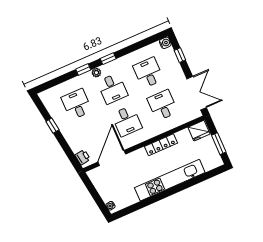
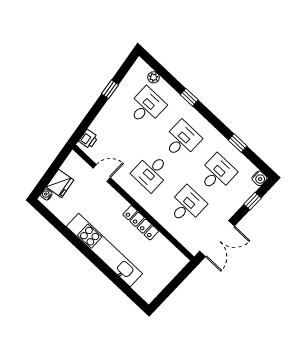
window: (108, 59) -> (238, 143), moved
plant: (96, 73) -> (154, 77), moved
desk: (112, 89) -> (182, 140), turned 180
fridge: (199, 131) -> (60, 183), moved, turned -98
window: (219, 144) -> (170, 288), removed
door: (112, 158) -> (102, 173), width x0.53

